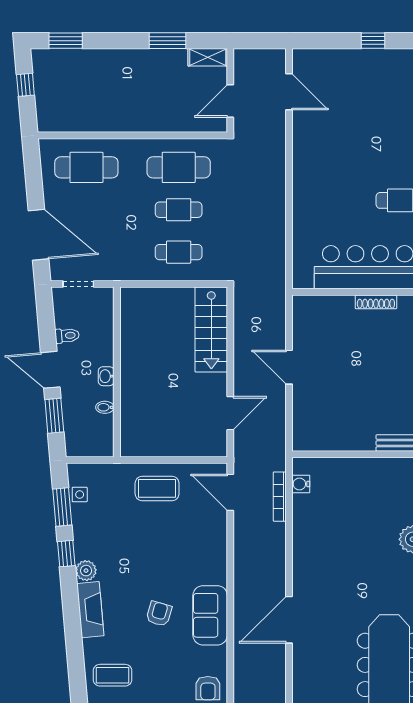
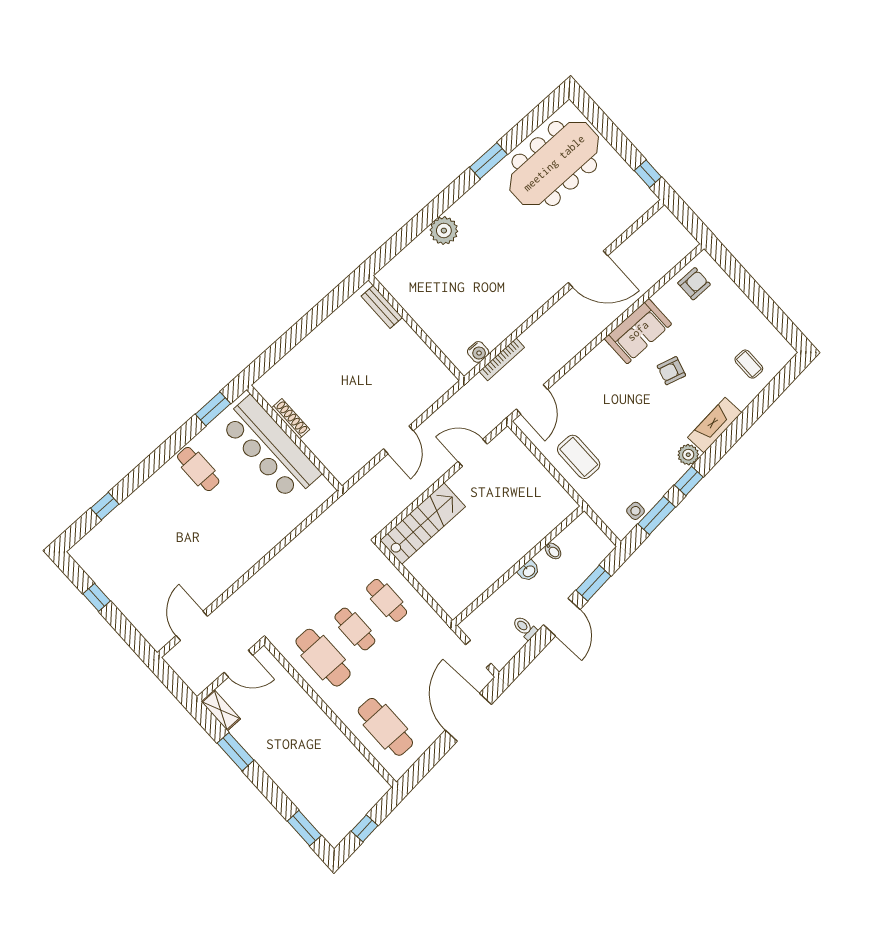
coffee table: (113, 675) -> (749, 364), width x0.73, depth x0.77

